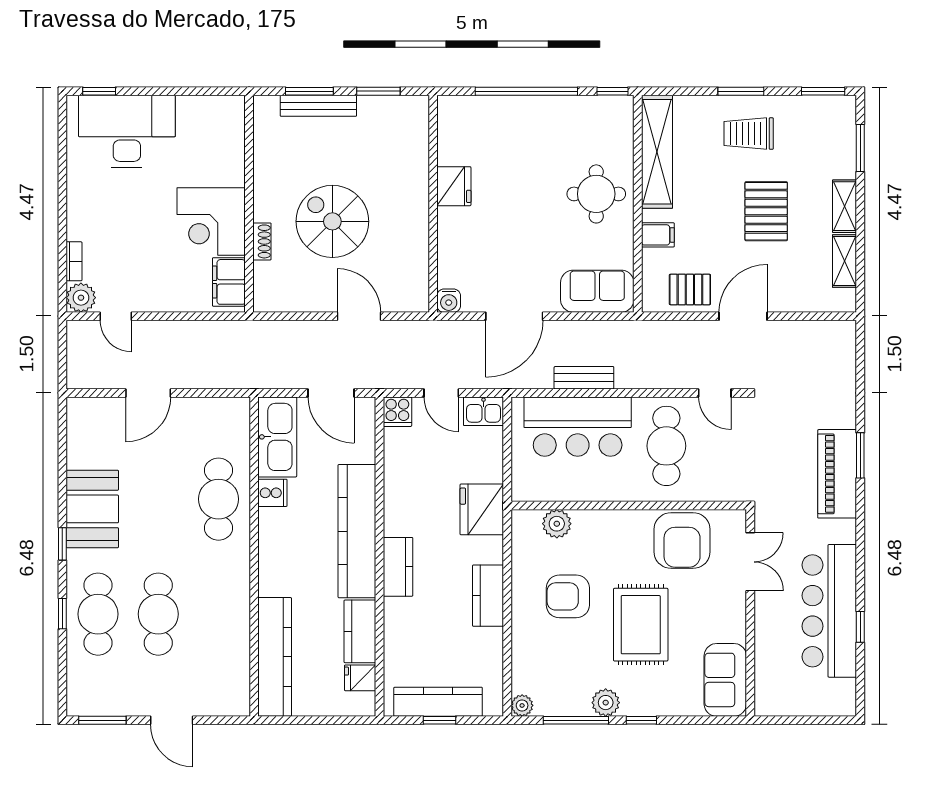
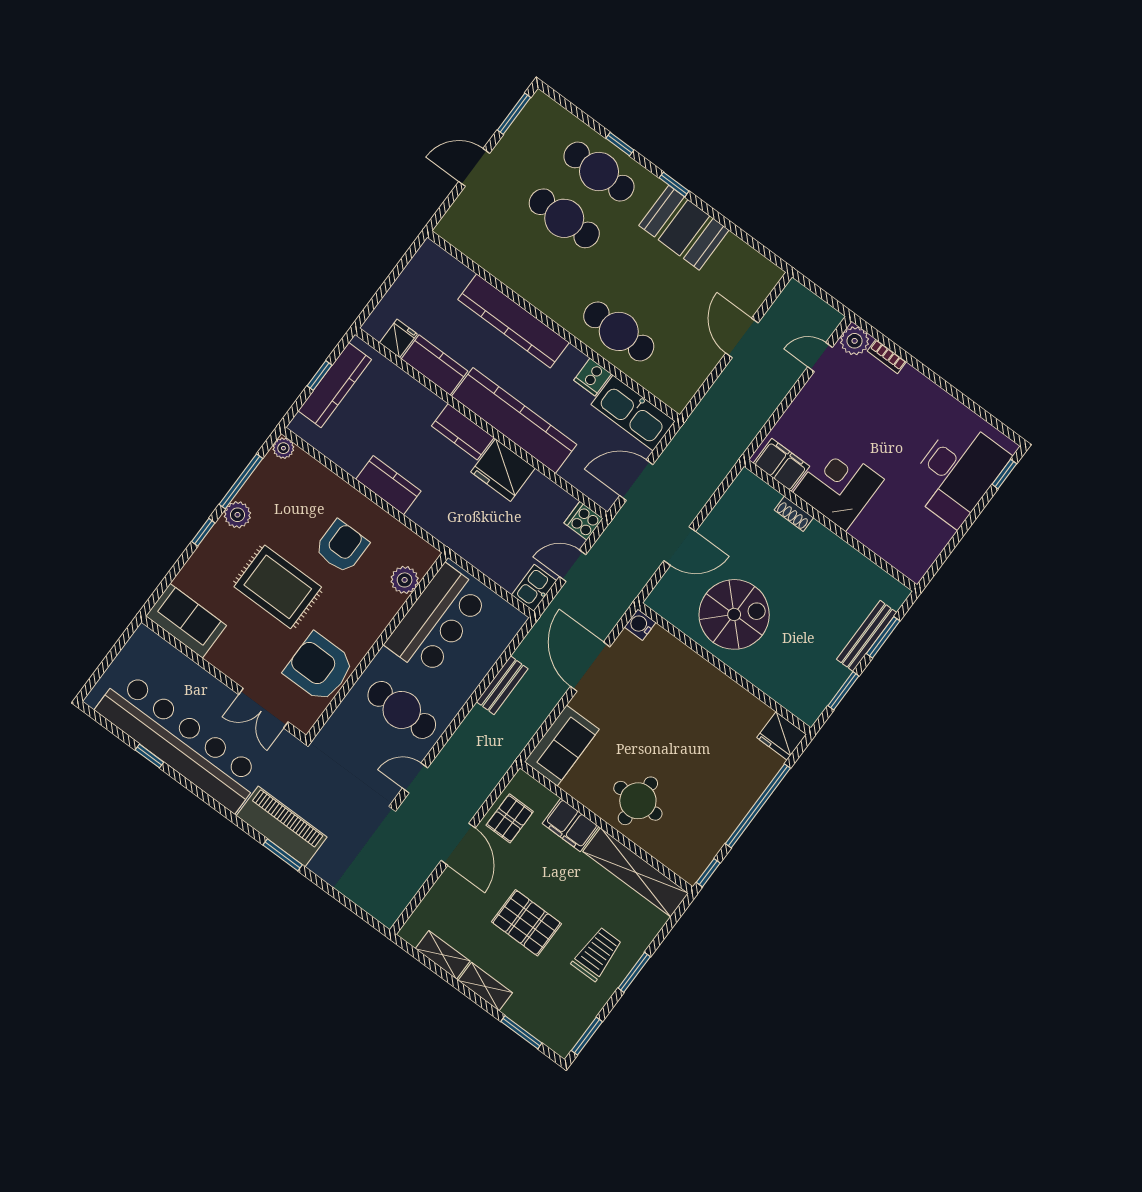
fridge: (454, 186) -> (782, 736), moved
spiral stairs: (332, 221) -> (734, 614), moved
filing cabinet: (658, 235) -> (571, 825), width x2.00
bar counter: (578, 427) -> (437, 620), moved, turned 180
fridge: (482, 509) -> (503, 470), moved, turned 180
bar counter: (829, 611) -> (180, 741), width x1.36
kitchen counter: (275, 657) -> (514, 321), moved

